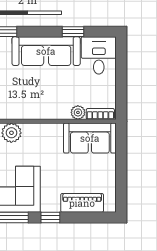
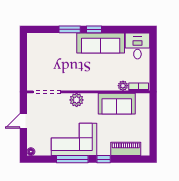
window: (73, 32) -> (94, 29), moved
sofa: (90, 138) -> (117, 104), moved

